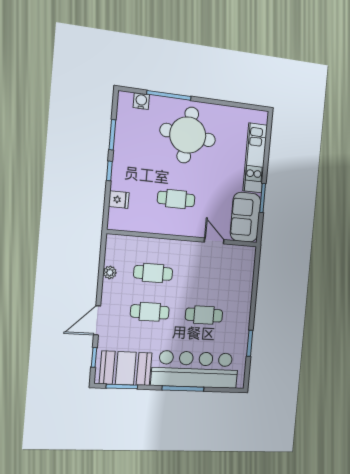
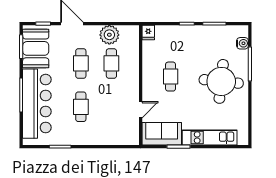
fridge: (119, 200) -> (148, 32), moved
plant: (110, 272) -> (109, 35), width x1.88, depth x1.88

